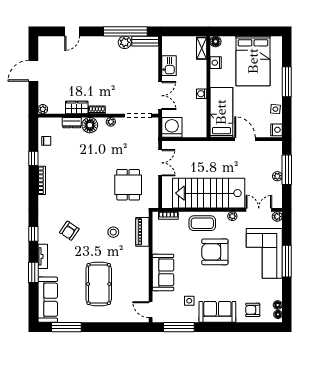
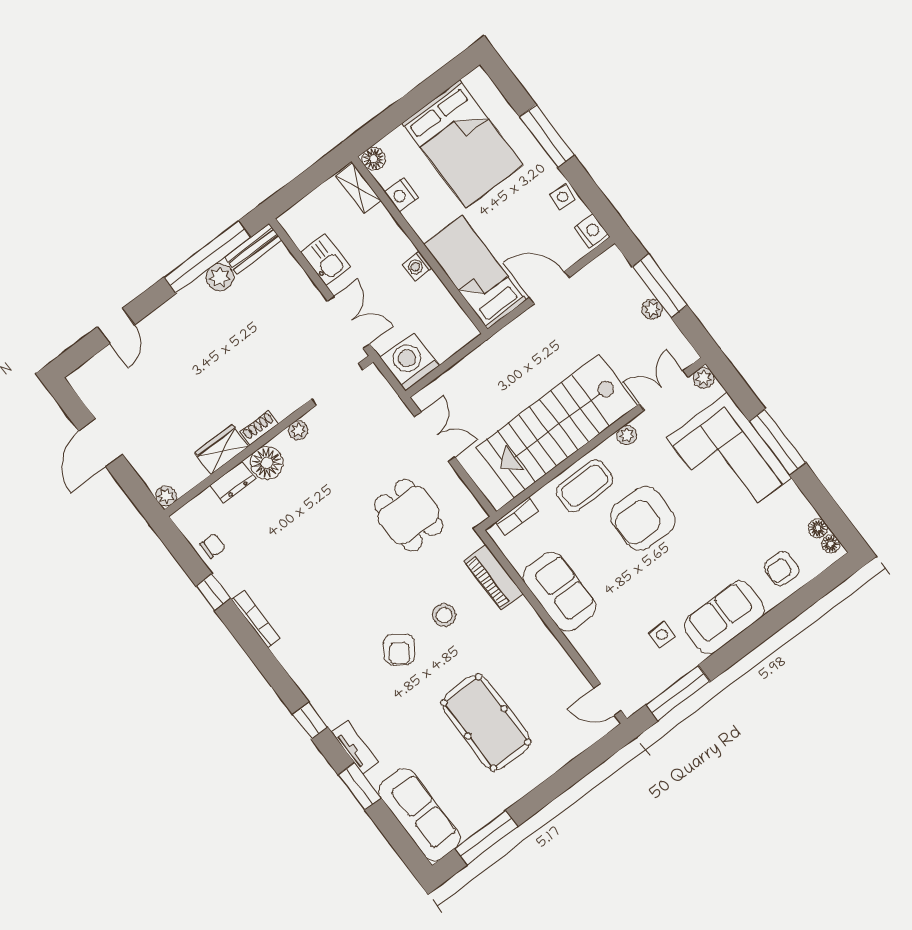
armchair: (69, 231) -> (399, 649), moved
sofa: (163, 272) -> (560, 592), moved

